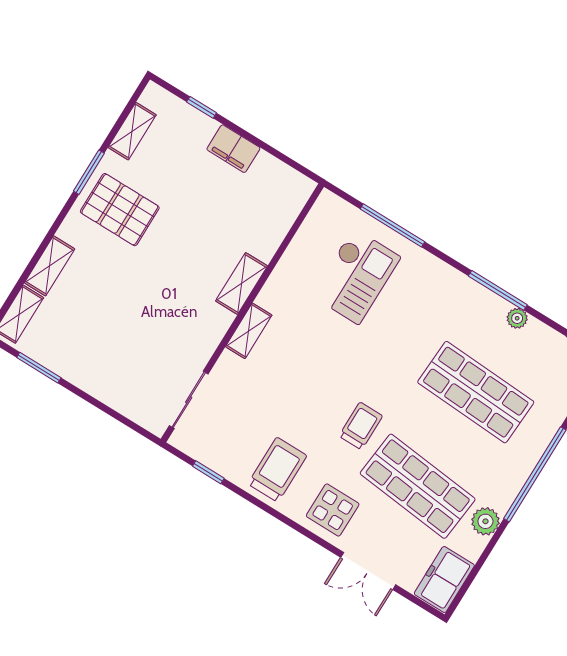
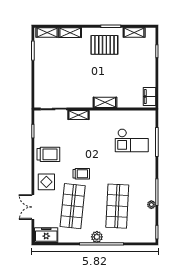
filing cabinet: (233, 149) -> (150, 97), moved
pallet: (120, 210) -> (104, 45), turned 90
shelving: (249, 331) -> (78, 115), moved
plant: (485, 521) -> (97, 237), moved

